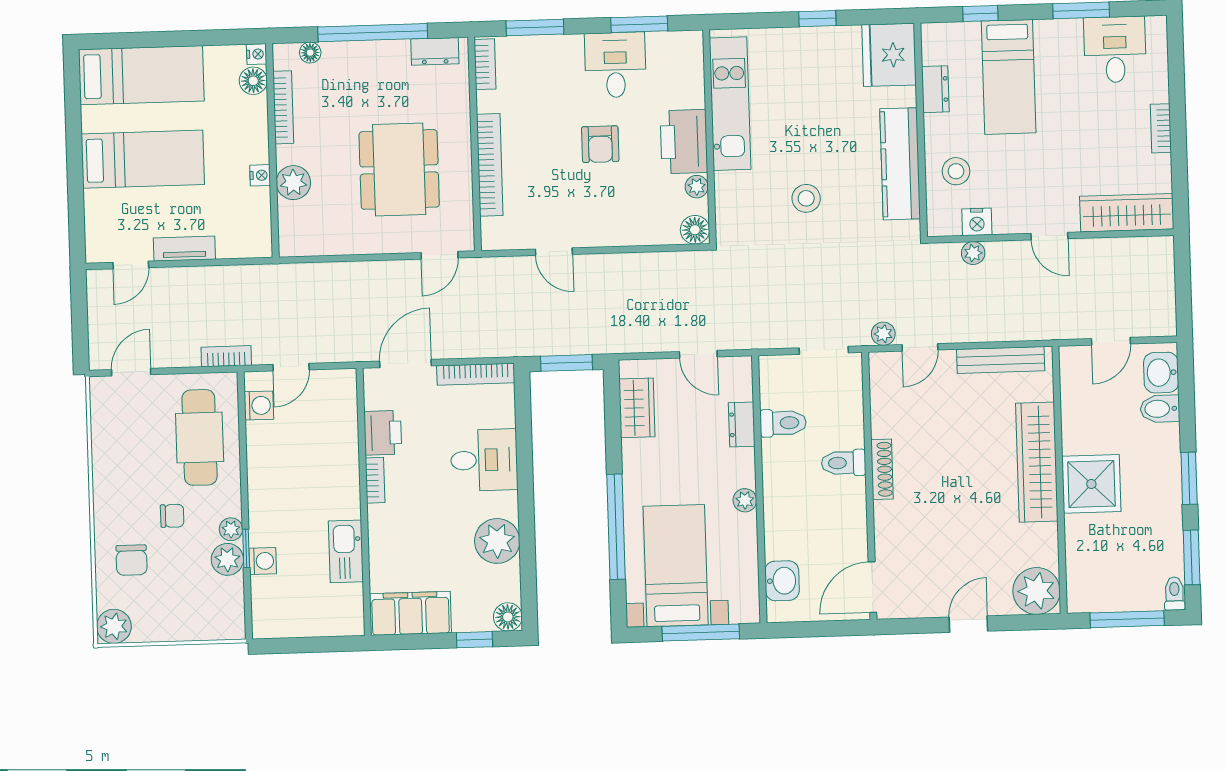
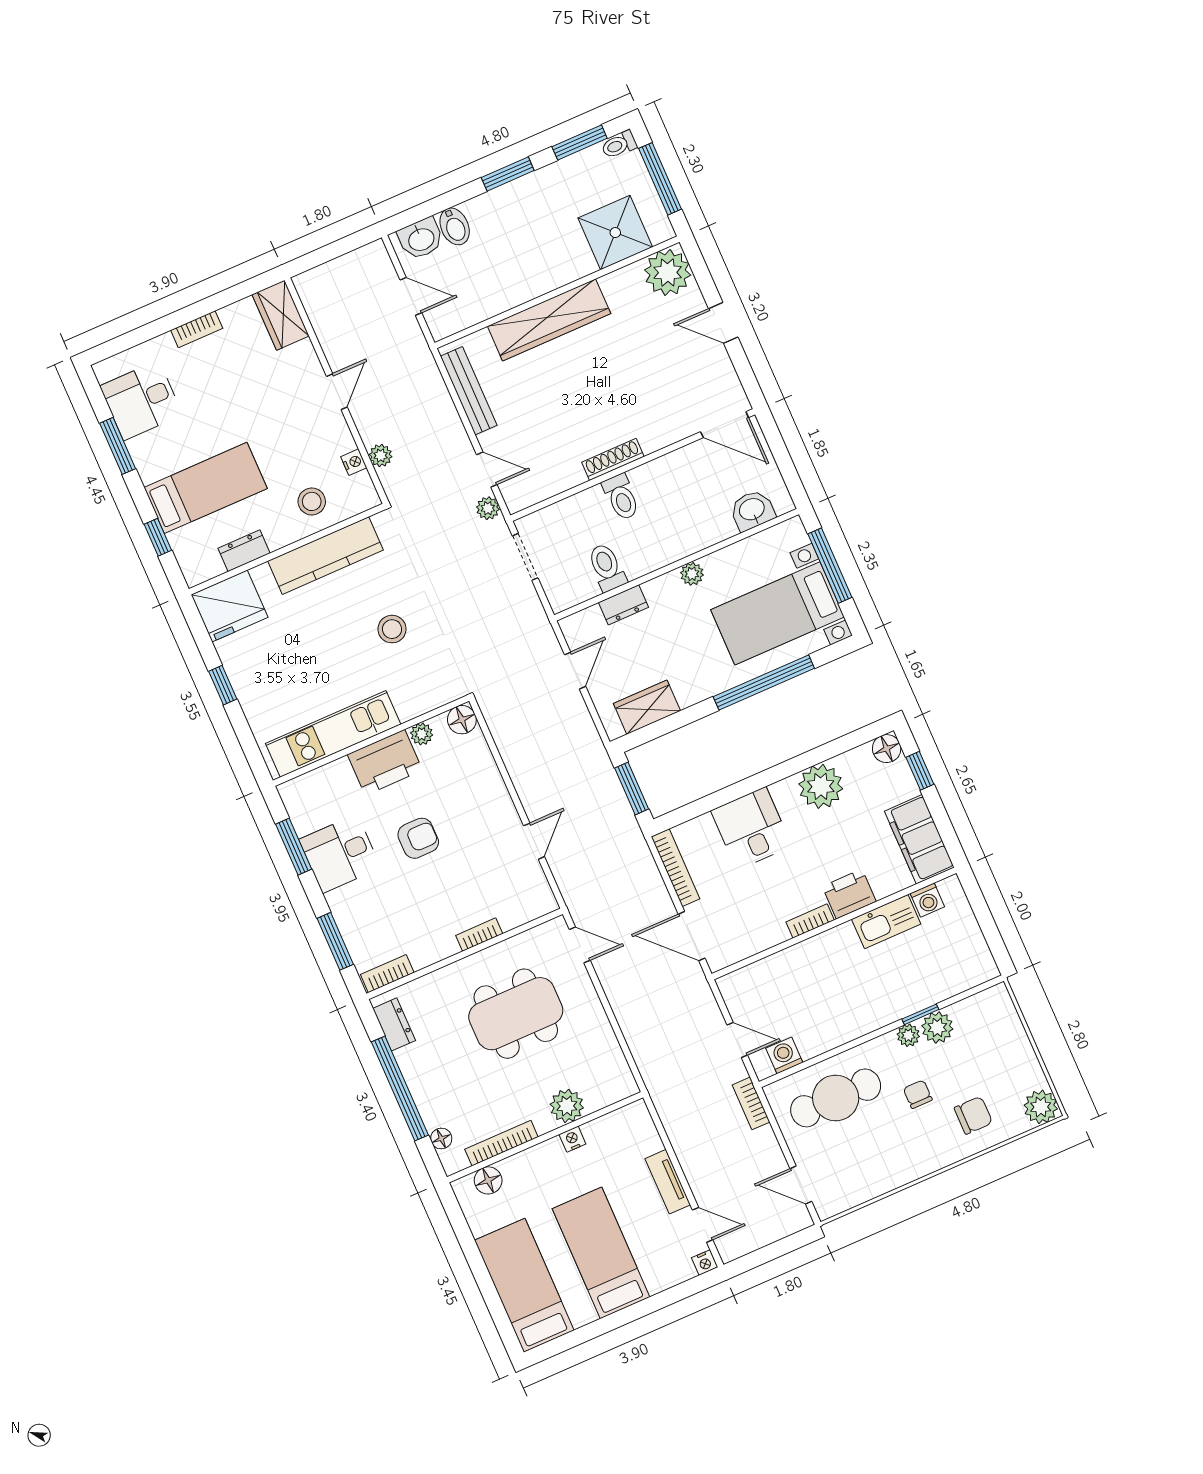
nightstand: (256, 54) -> (705, 1262), moved, turned 180
bookcase: (490, 165) -> (479, 935), width x0.43, depth x0.76
wardrobe: (1127, 213) -> (281, 315), width x0.67
nightstand: (977, 222) -> (354, 462), width x0.72, depth x0.74
printer: (383, 433) -> (849, 894), moved
shower: (1091, 484) -> (615, 233), moved
washing machine: (263, 561) -> (927, 900), moved, turned 180

